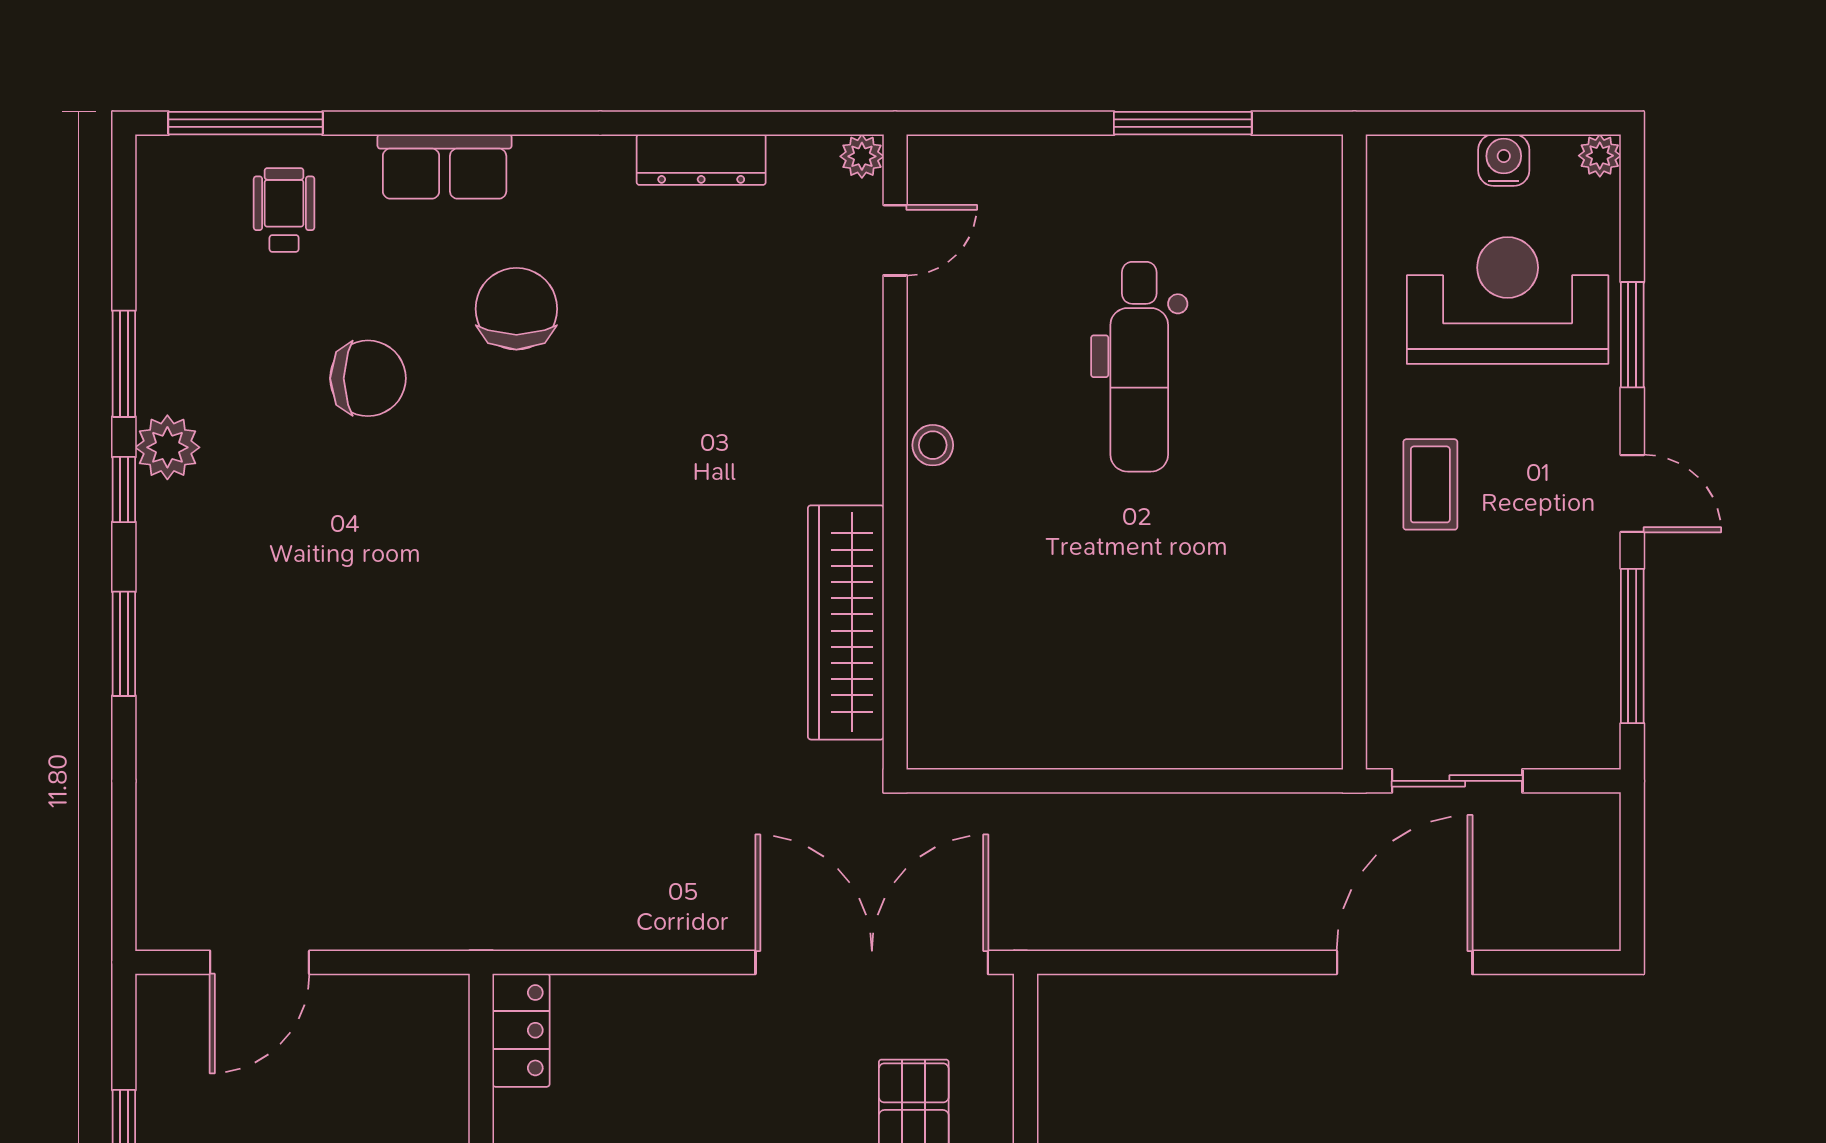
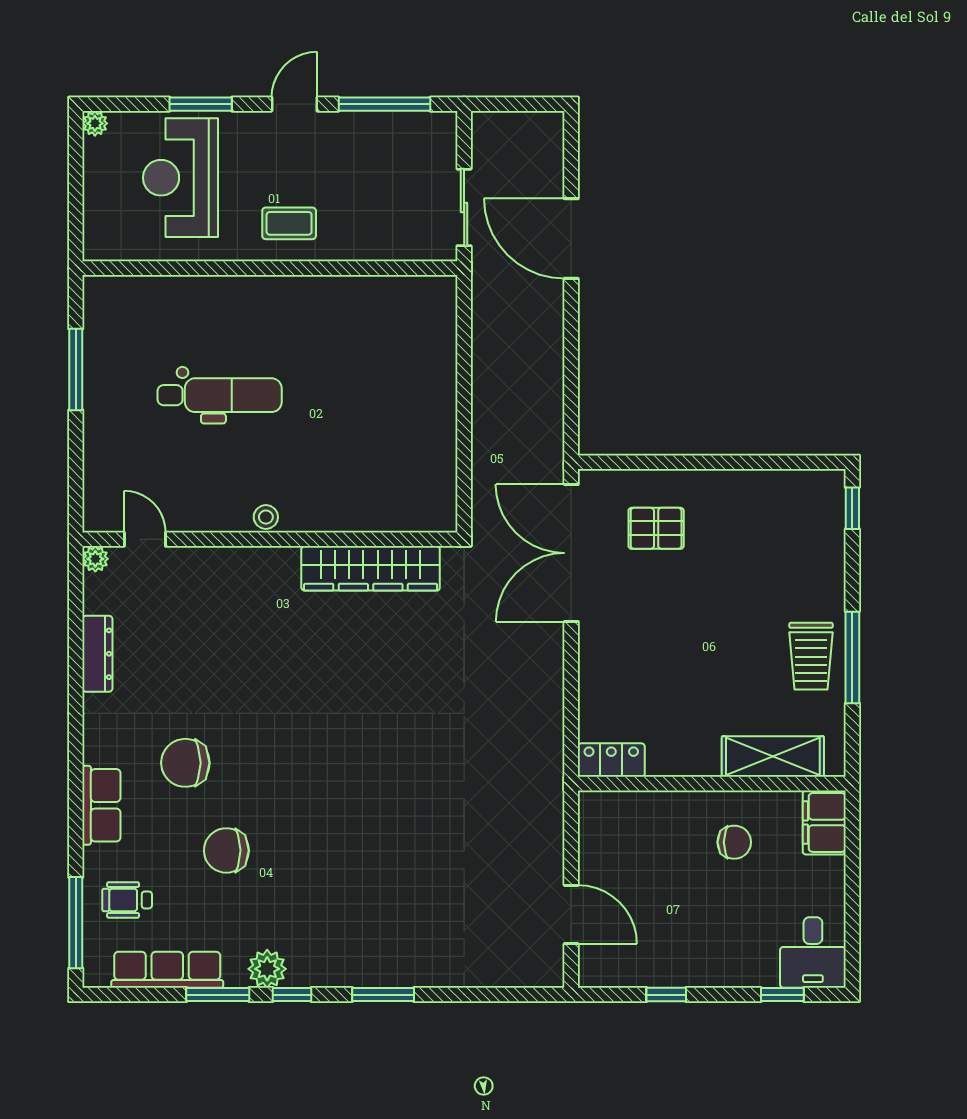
water cooler: (1504, 160) -> (98, 180), removed
row of seats: (166, 278) -> (167, 970), added
chair: (368, 378) -> (226, 850), turned -90

